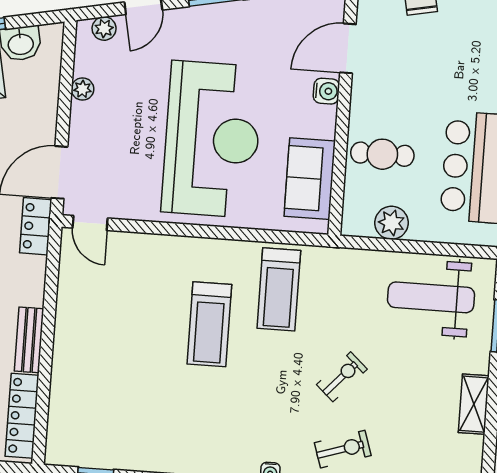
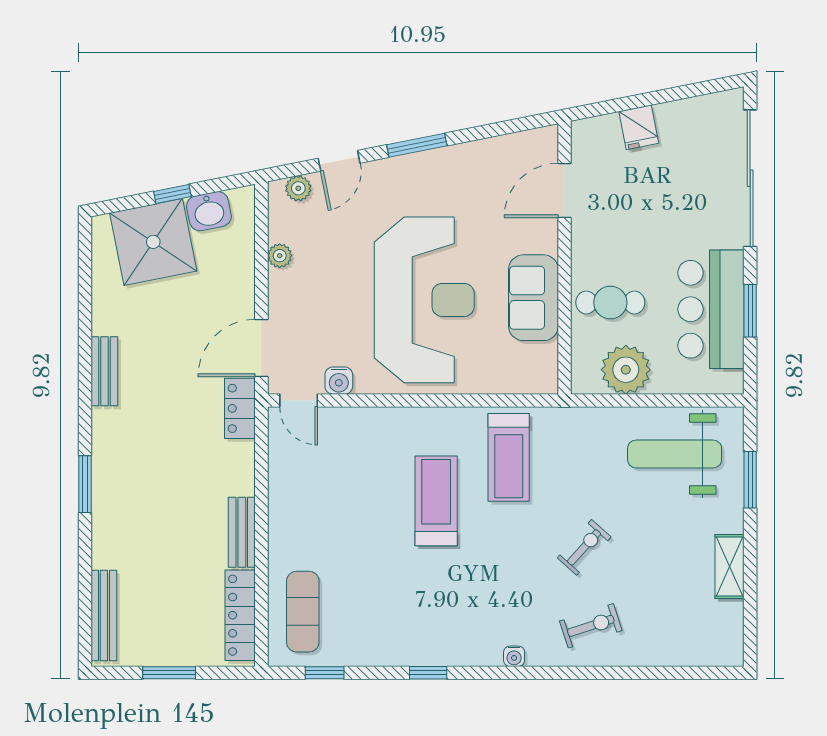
water cooler: (326, 91) -> (339, 381), moved, turned 90
sofa: (310, 179) -> (533, 298), moved
plant: (392, 223) -> (626, 370), width x1.36, depth x1.36
treadmill: (209, 324) -> (436, 501), turned 180
exercise mat: (80, 417) -> (303, 612), added

